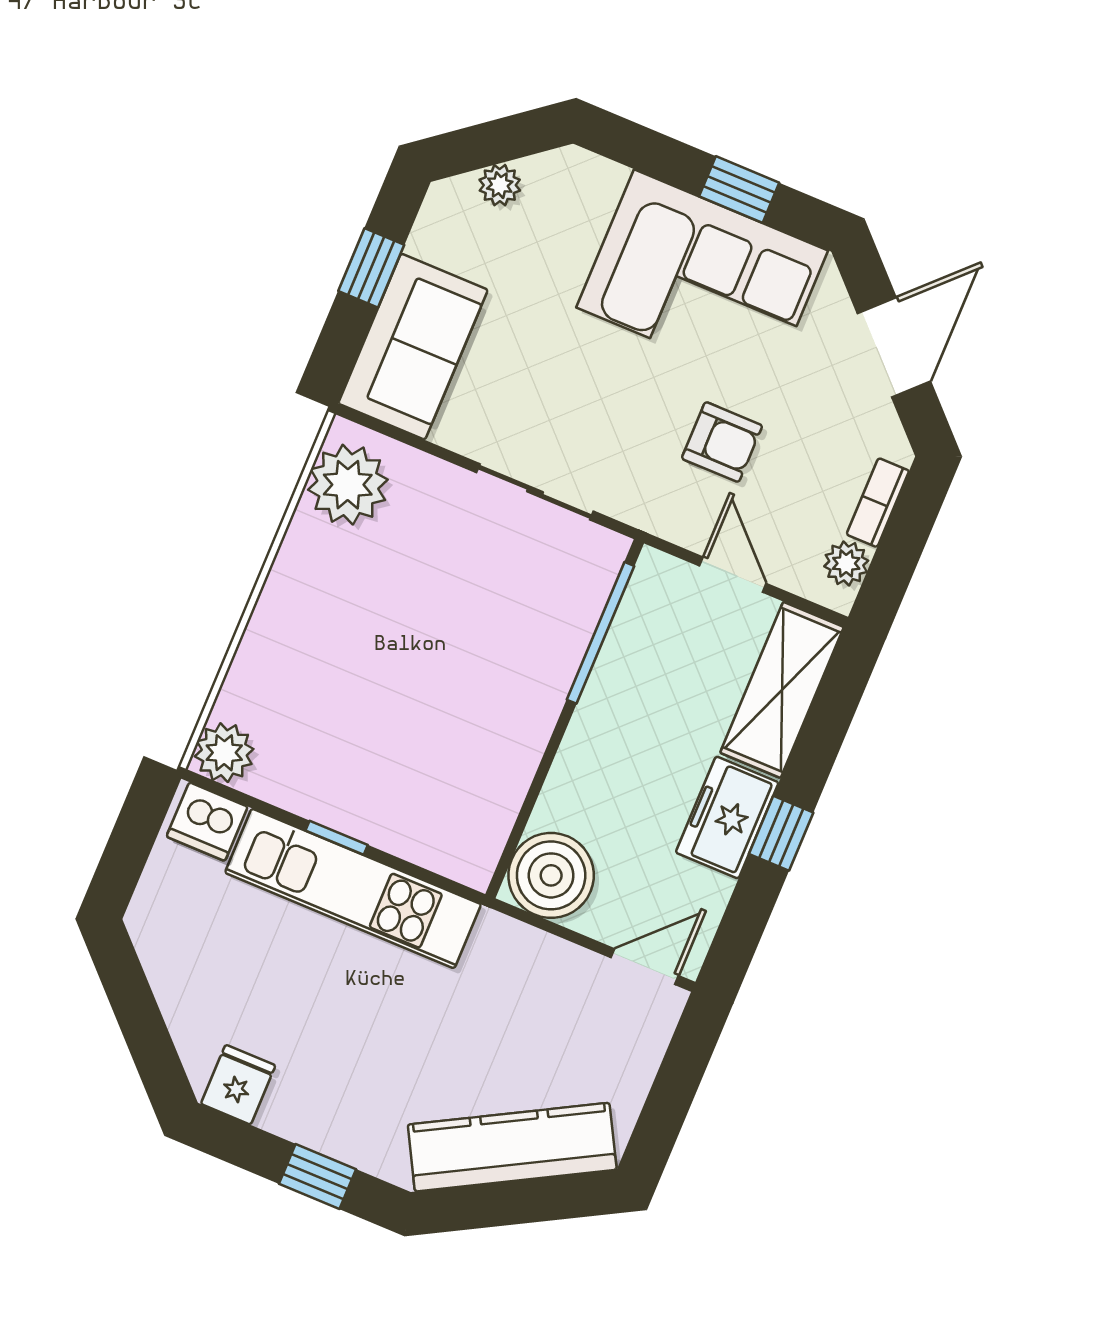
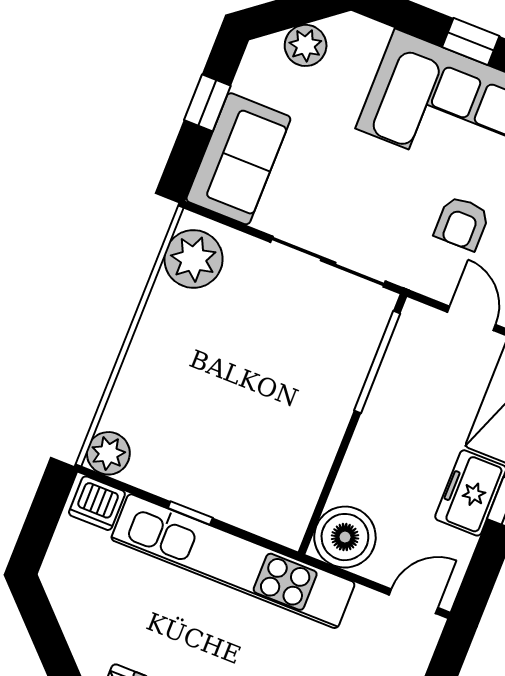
plant: (500, 185) -> (306, 45), width x1.38, depth x1.38
armchair: (722, 442) -> (462, 223), turned 90
sliding door: (535, 492) -> (328, 262), width x1.37
kitchen unit: (353, 889) -> (233, 561), width x1.36

